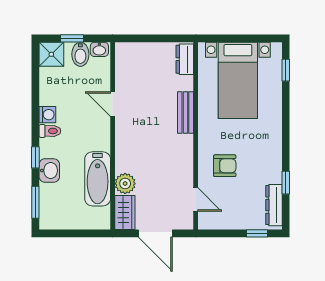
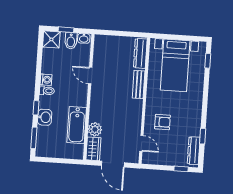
dresser: (185, 59) -> (140, 53), width x1.44

